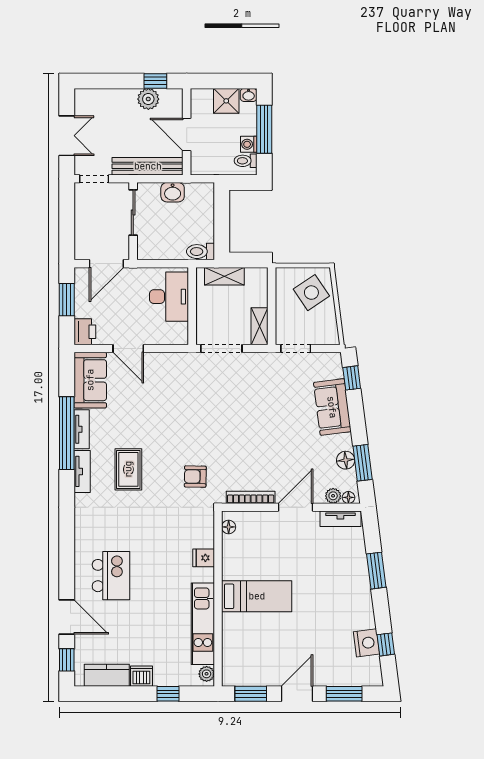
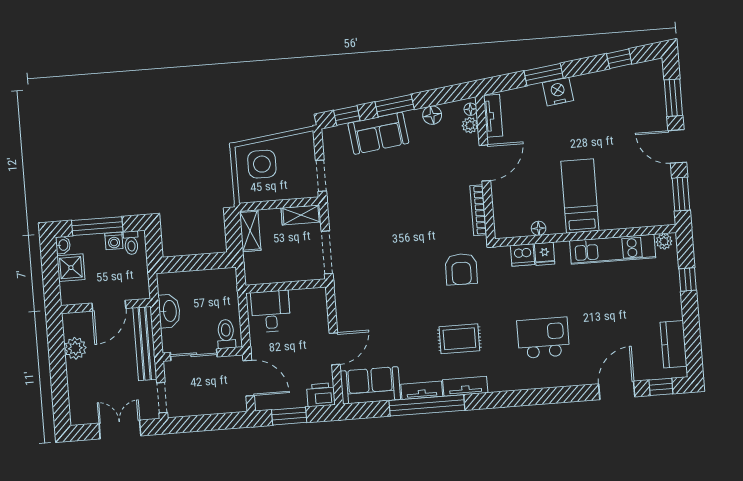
window: (155, 81) -> (56, 342), removed
washbasin: (173, 192) -> (169, 311), width x1.38
toilet: (200, 252) -> (226, 334), moved, turned 180
shelving: (224, 276) -> (250, 231), moved
side table: (311, 293) -> (262, 164), turned 34
desk: (169, 297) -> (271, 311), width x0.73
window: (363, 463) -> (395, 106), moved
armchair: (195, 477) -> (461, 269), width x1.38, depth x1.38
door: (296, 507) -> (485, 163), swing flipped
floor lamp: (229, 527) -> (539, 228), moved
kitchen island: (111, 576) -> (543, 338), moved
nightstand: (366, 643) -> (558, 92), moved
dishwasher: (141, 676) -> (522, 255), moved, turned -90

